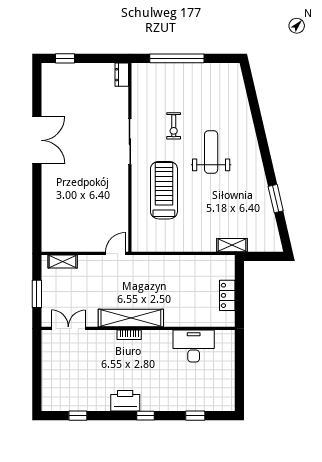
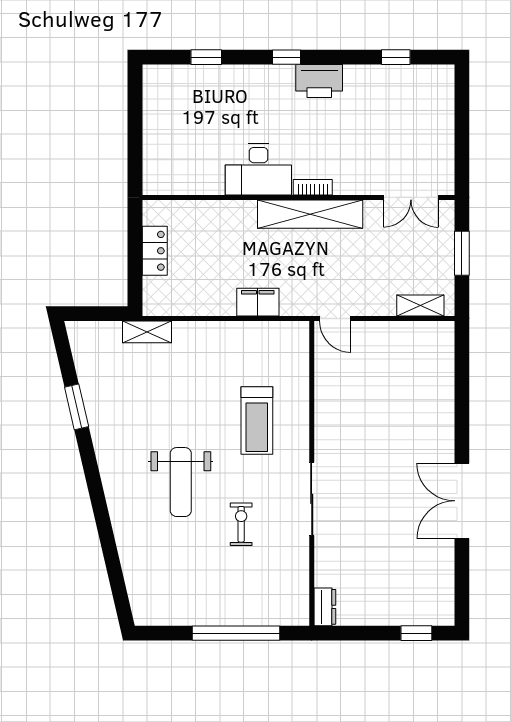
treadmill: (164, 190) -> (257, 421), width x0.73, depth x0.73
door: (115, 253) -> (335, 318), hinge flipped
filing cabinet: (163, 264) -> (258, 302), added
desk: (194, 346) -> (258, 169), moved

